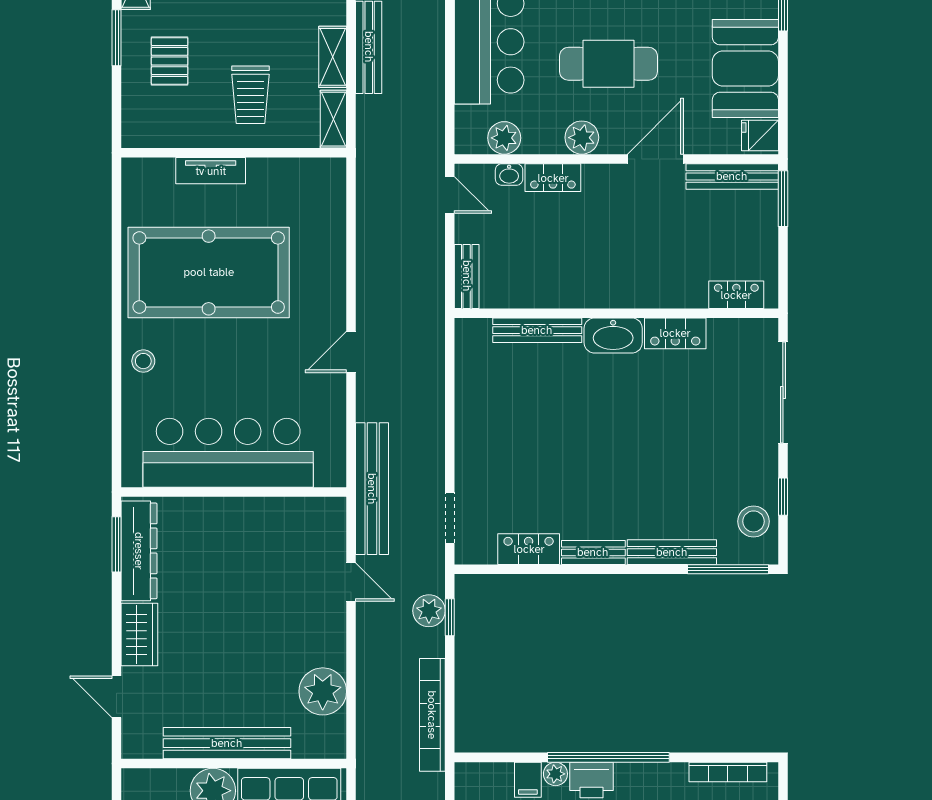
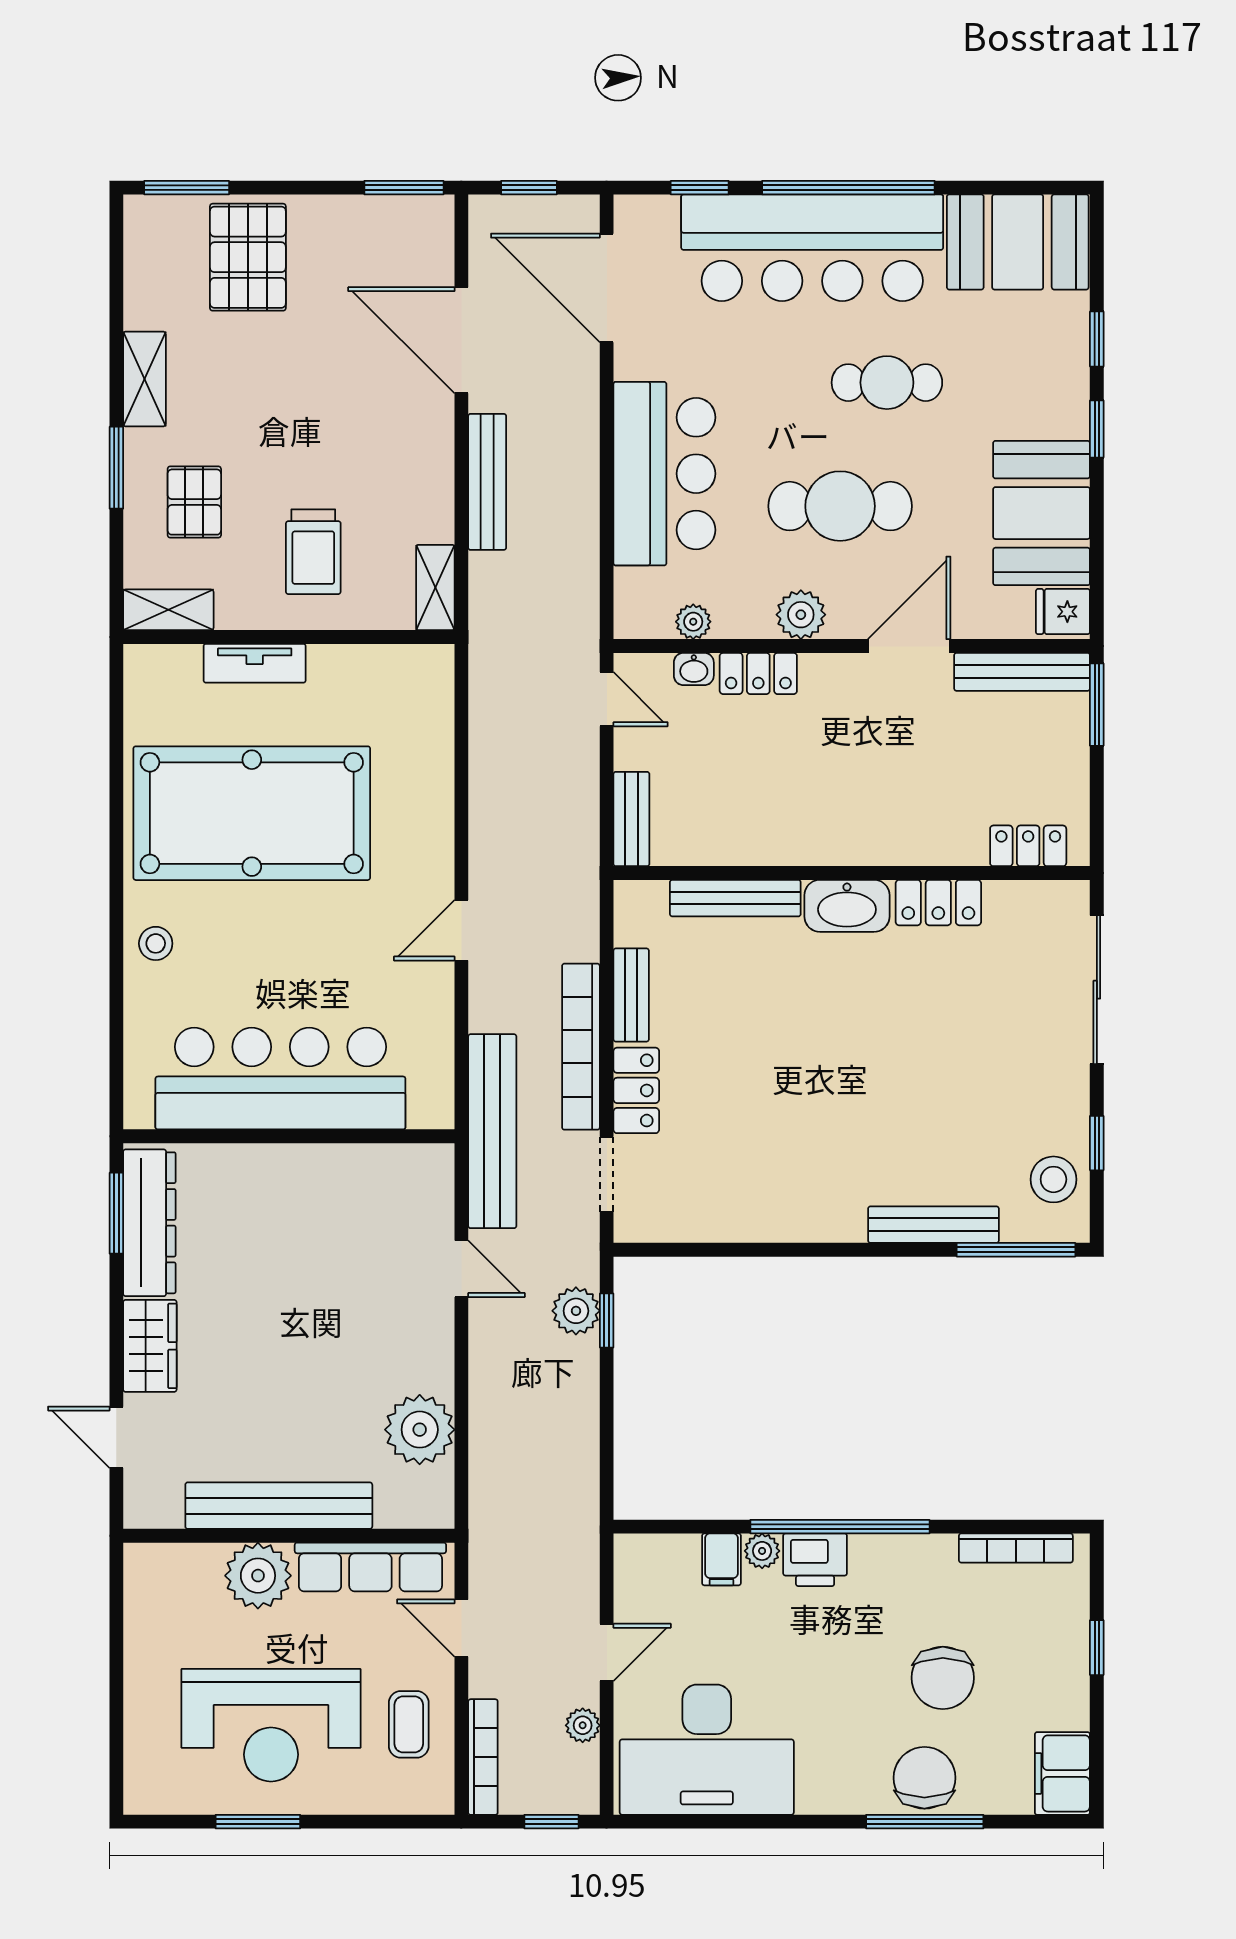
shelving: (333, 57) -> (168, 610), moved, turned 90
plant: (504, 138) -> (693, 622), width x0.73, depth x0.73
locker: (529, 549) -> (636, 1090), moved, turned 90
bench: (593, 552) -> (631, 995), moved, turned 90
bookcase: (432, 715) -> (581, 1047), moved

